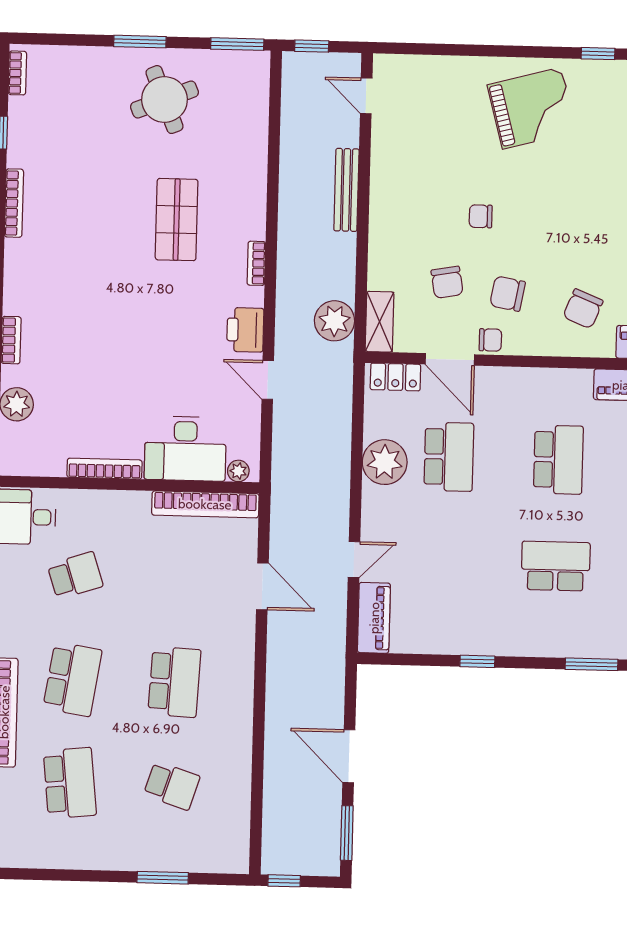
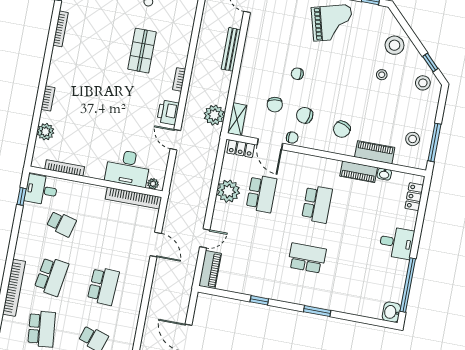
bookcase: (104, 469) -> (65, 168), moved
school desk: (75, 575) -> (61, 224), turned 33

